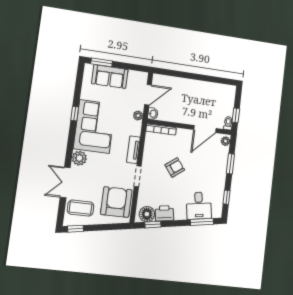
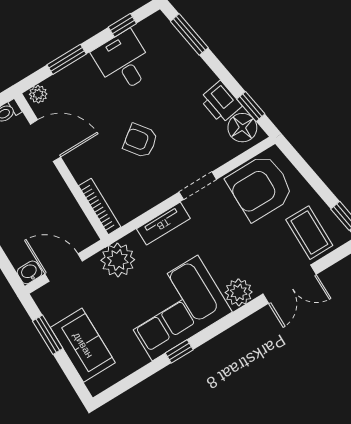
window: (102, 62) -> (48, 335), moved
washbasin: (153, 114) -> (30, 272), moved
plant: (138, 116) -> (118, 260), width x1.87, depth x1.87
desk: (199, 206) -> (123, 62), moved, turned -81

